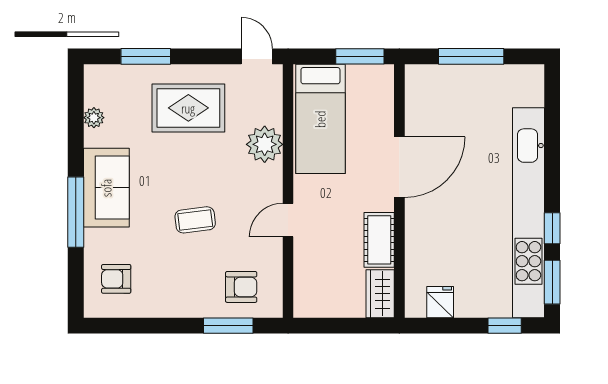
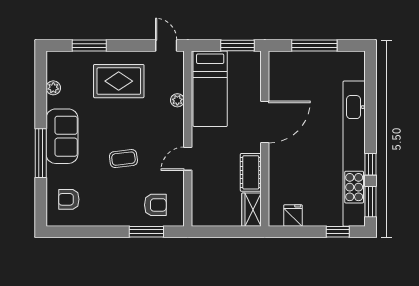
plant: (265, 144) -> (177, 100), width x0.53, depth x0.53

